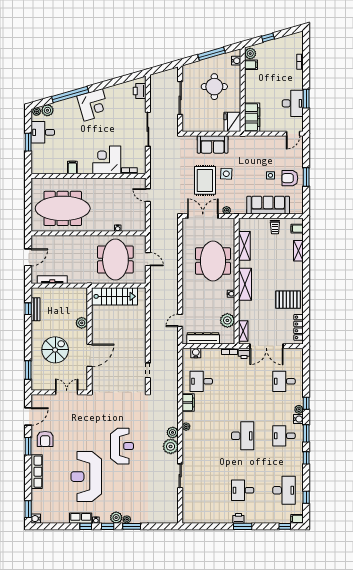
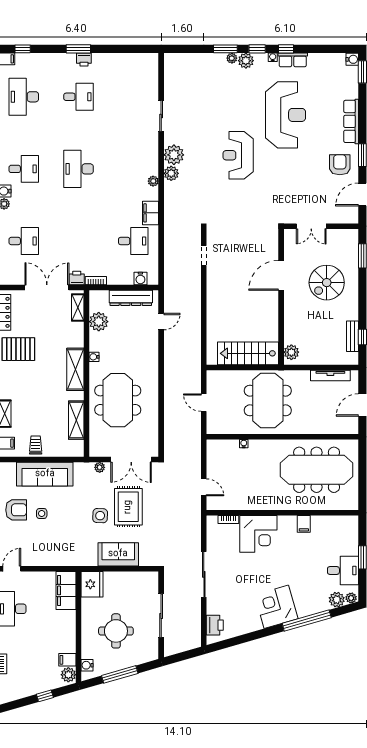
meeting table: (115, 260) -> (268, 400), moved
plant: (82, 323) -> (291, 352), moved

